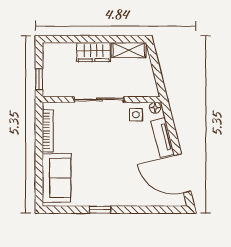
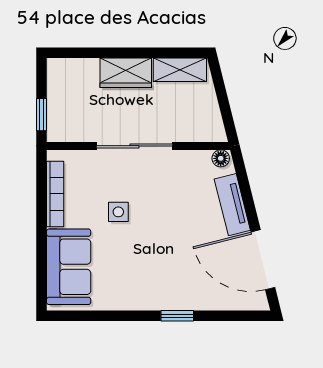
side table: (136, 115) -> (118, 212), moved
window: (100, 210) -> (177, 316), moved

